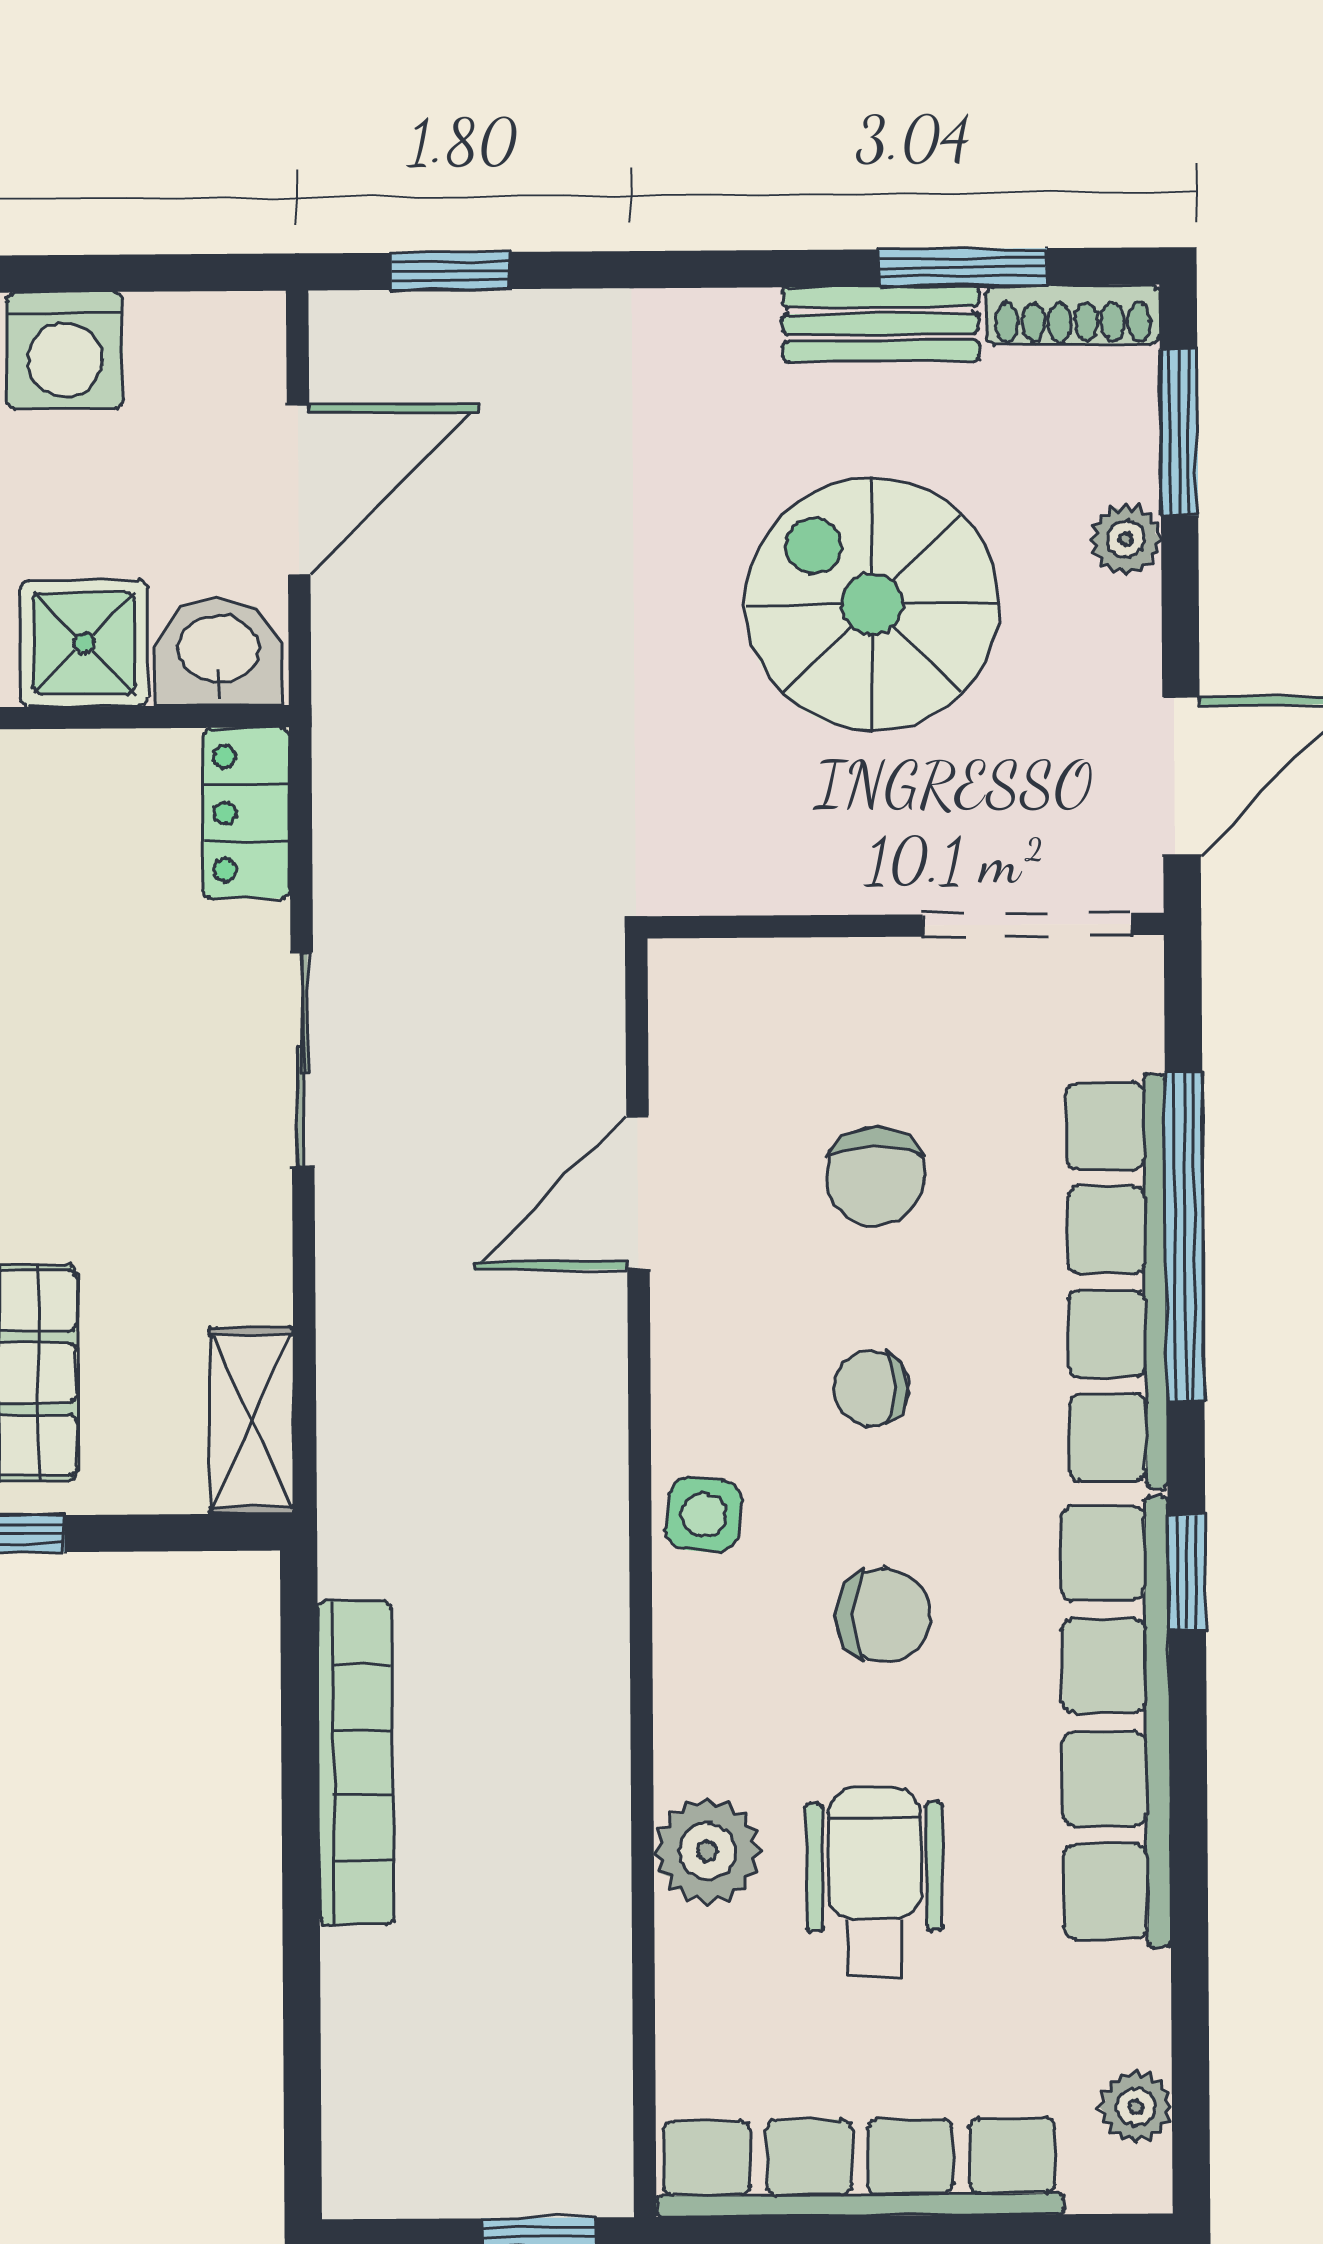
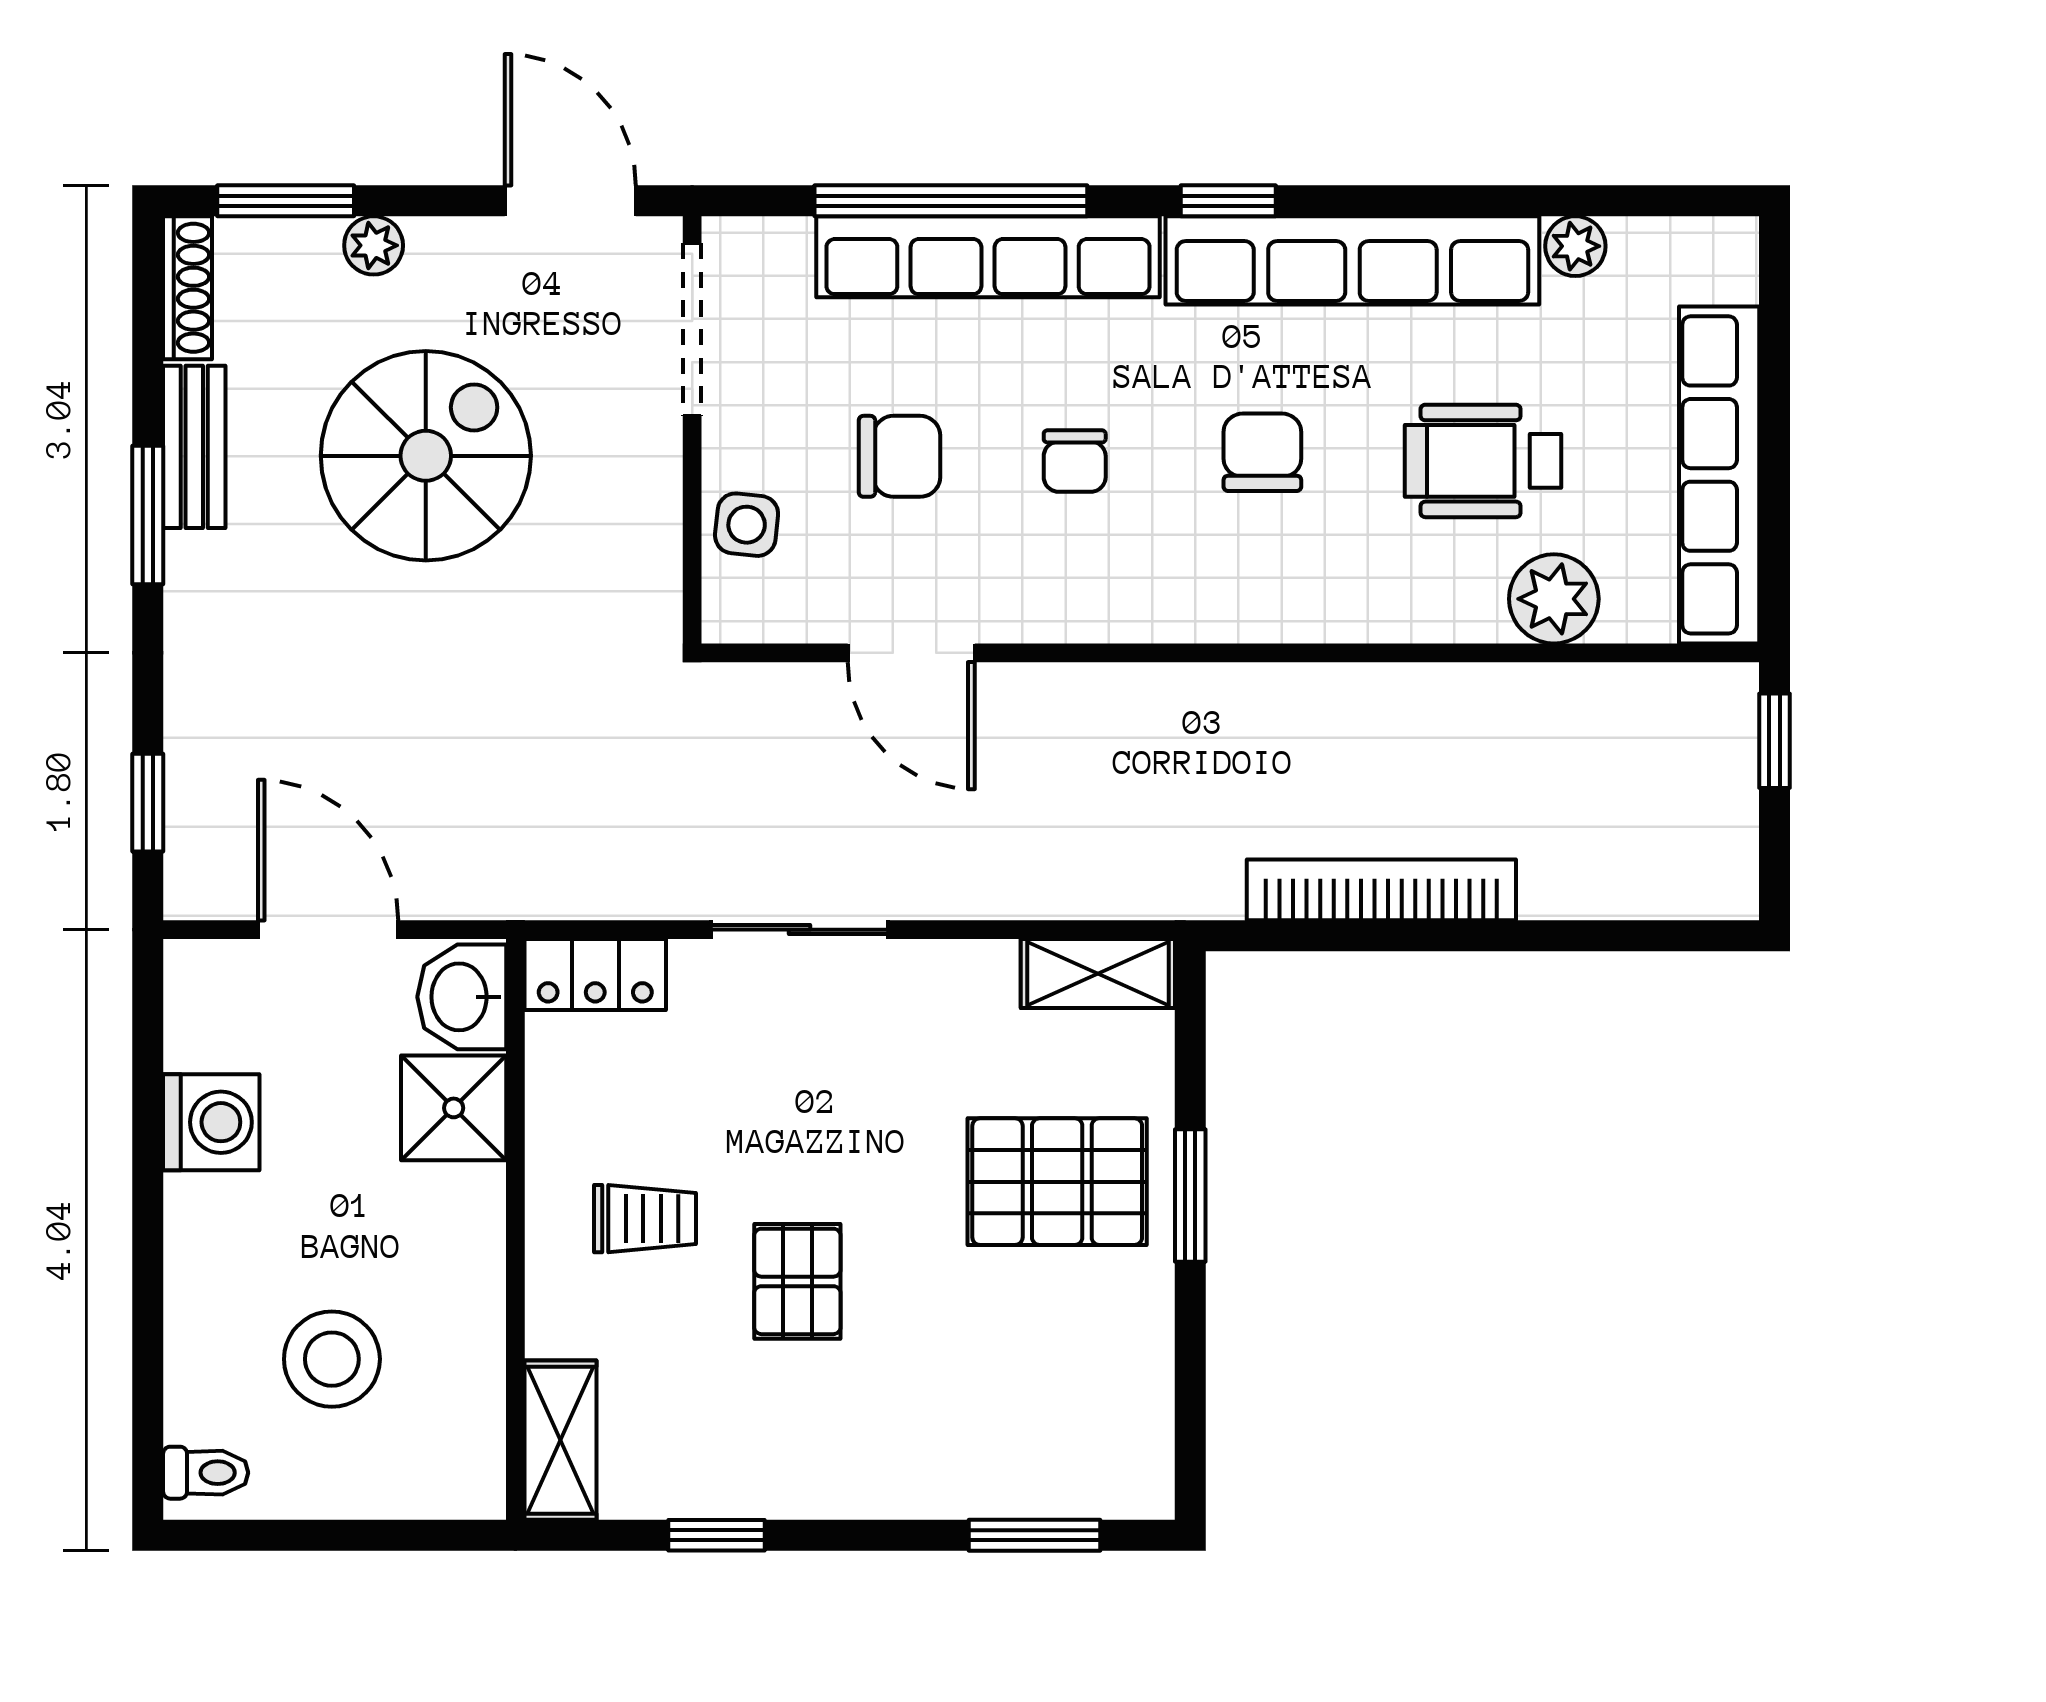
window: (963, 267) -> (148, 515), moved
spiral stairs: (872, 604) -> (426, 456), turned 180
side table: (704, 1515) -> (747, 525), moved
plant: (708, 1851) -> (1554, 599), moved
plant: (1136, 2107) -> (1575, 246), moved

